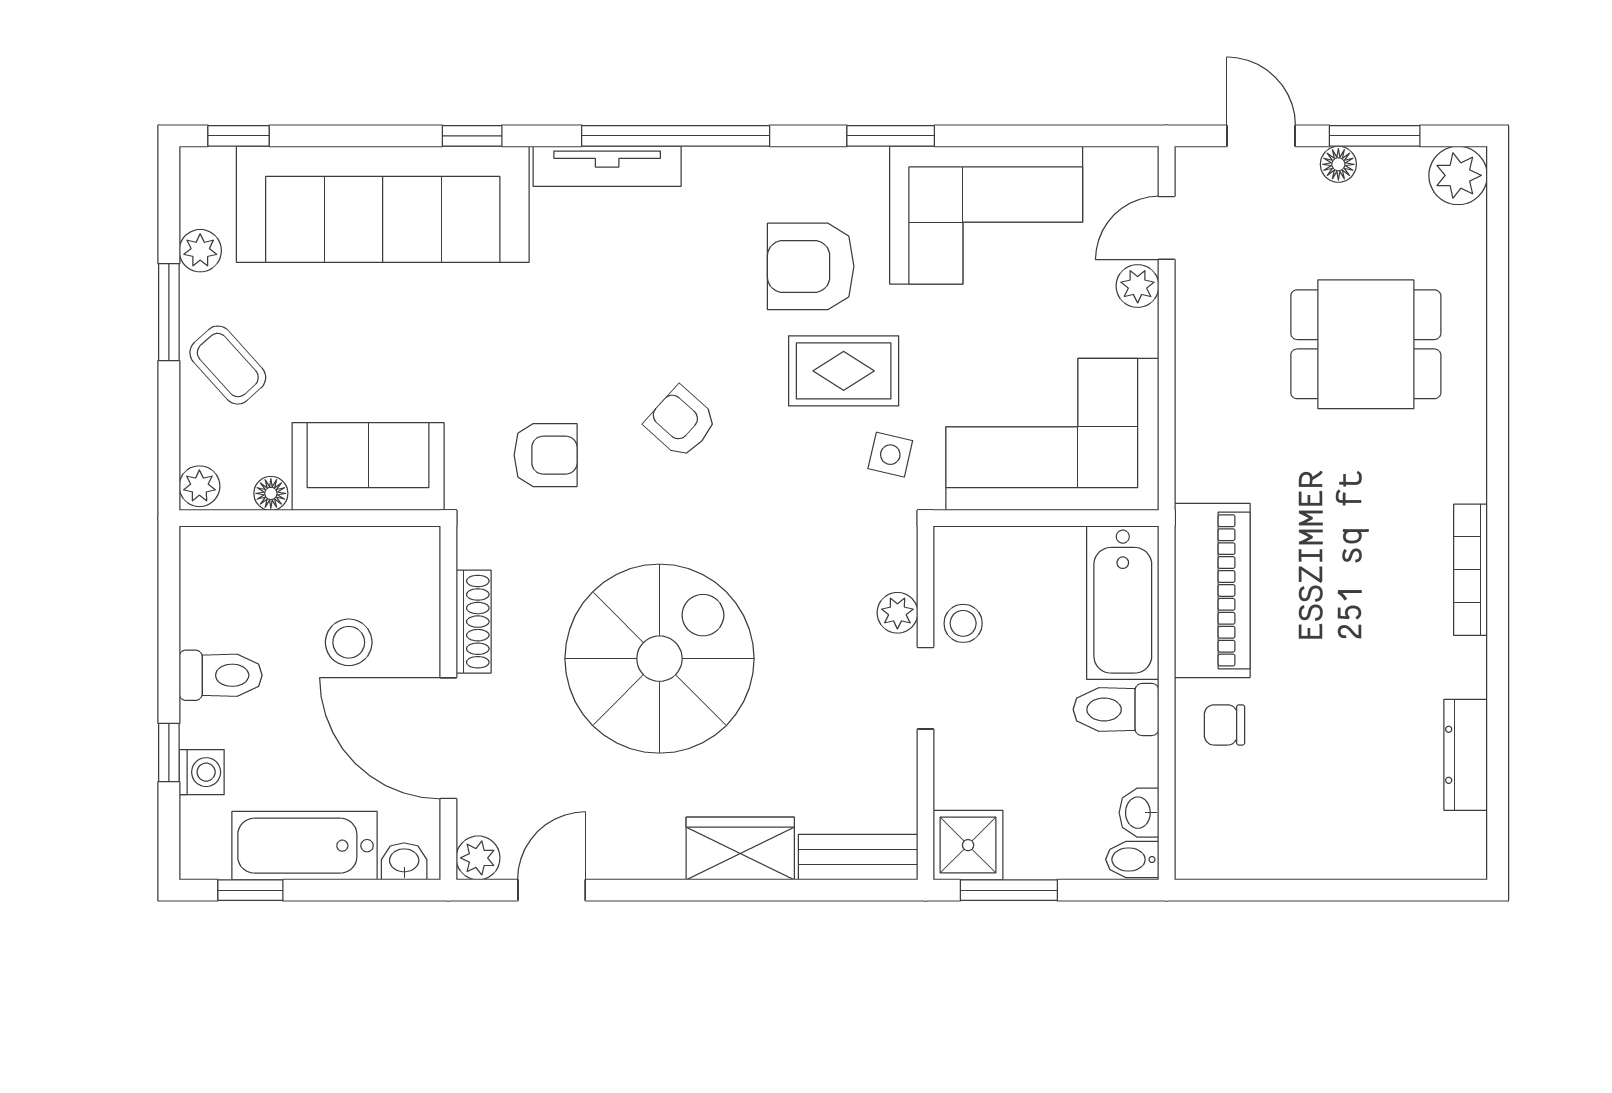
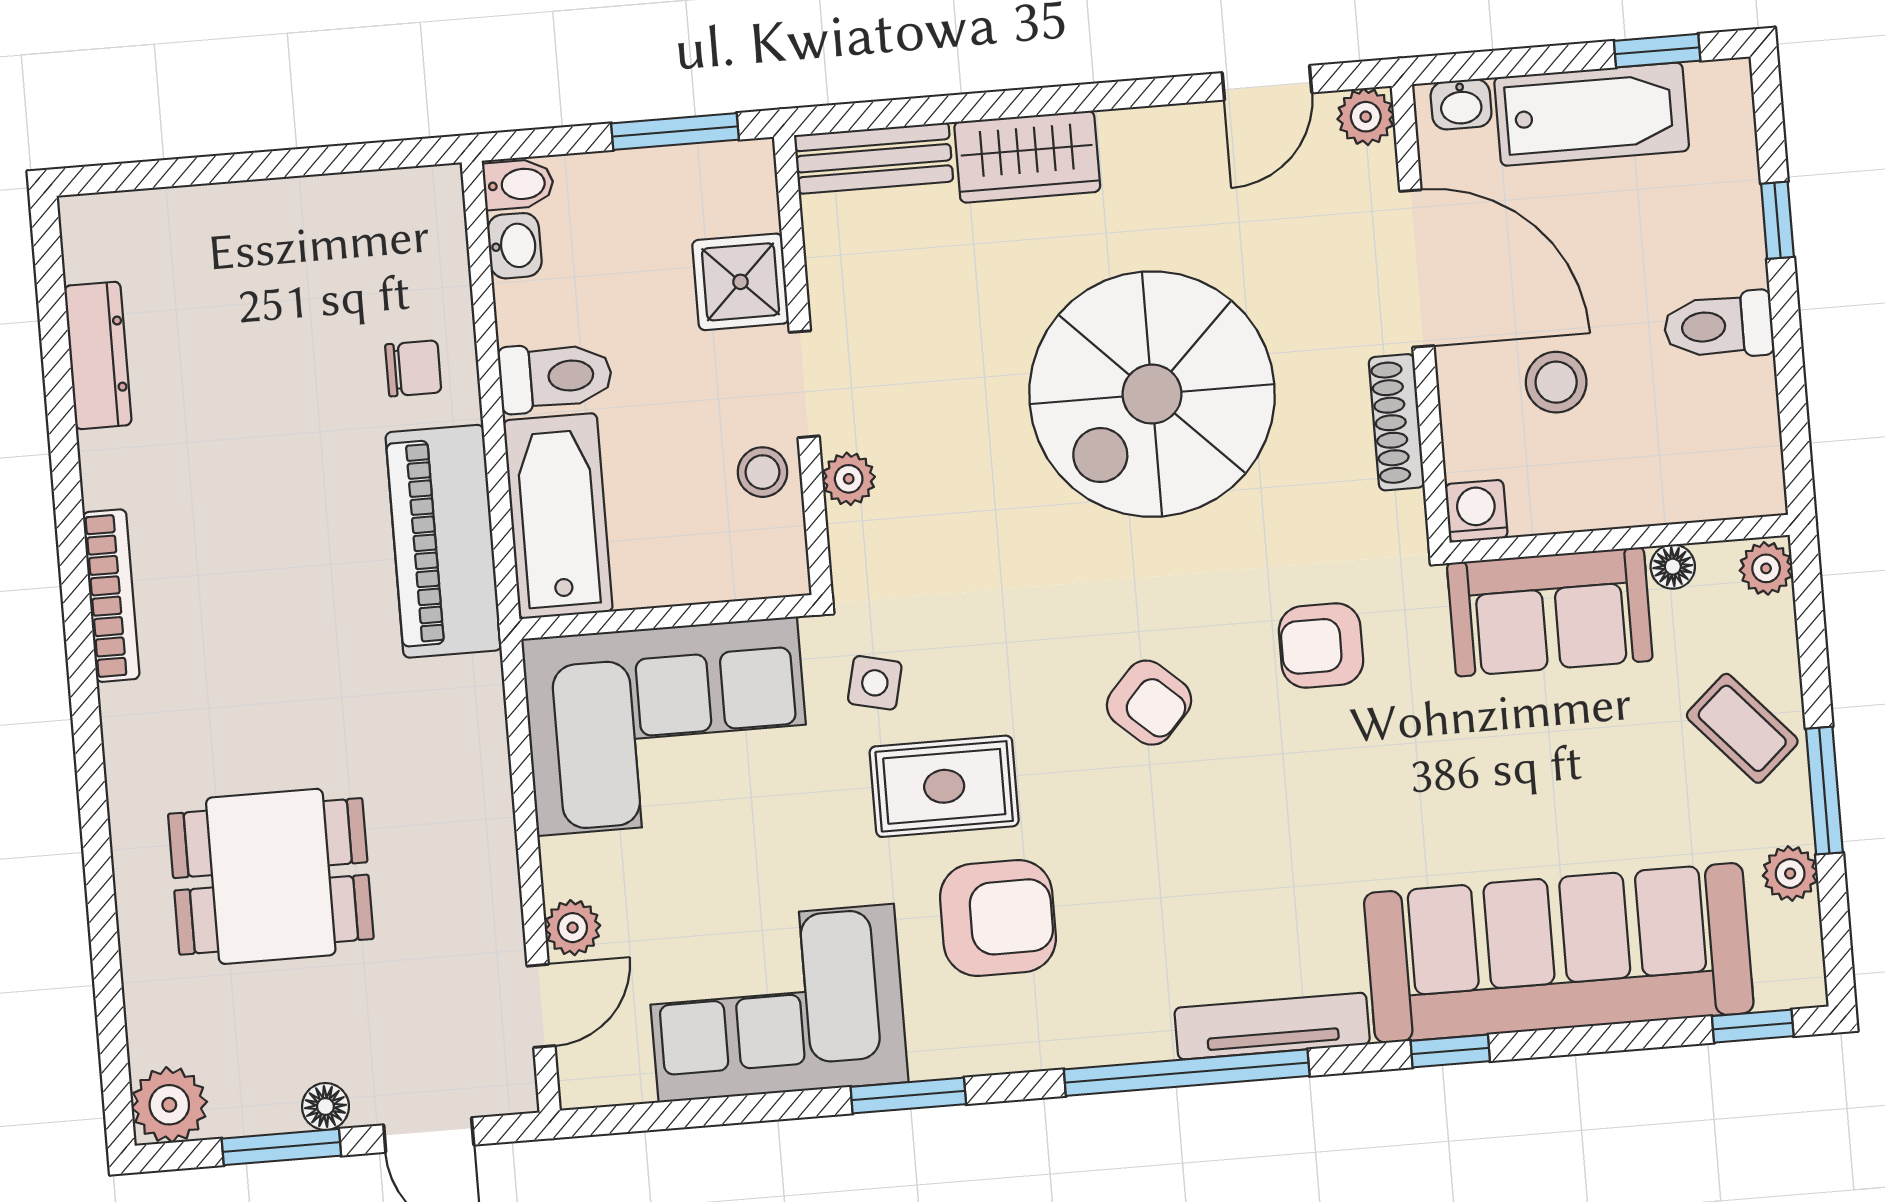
washing machine: (202, 772) -> (1476, 511), moved, turned 90
shower: (968, 845) -> (741, 282), moved

